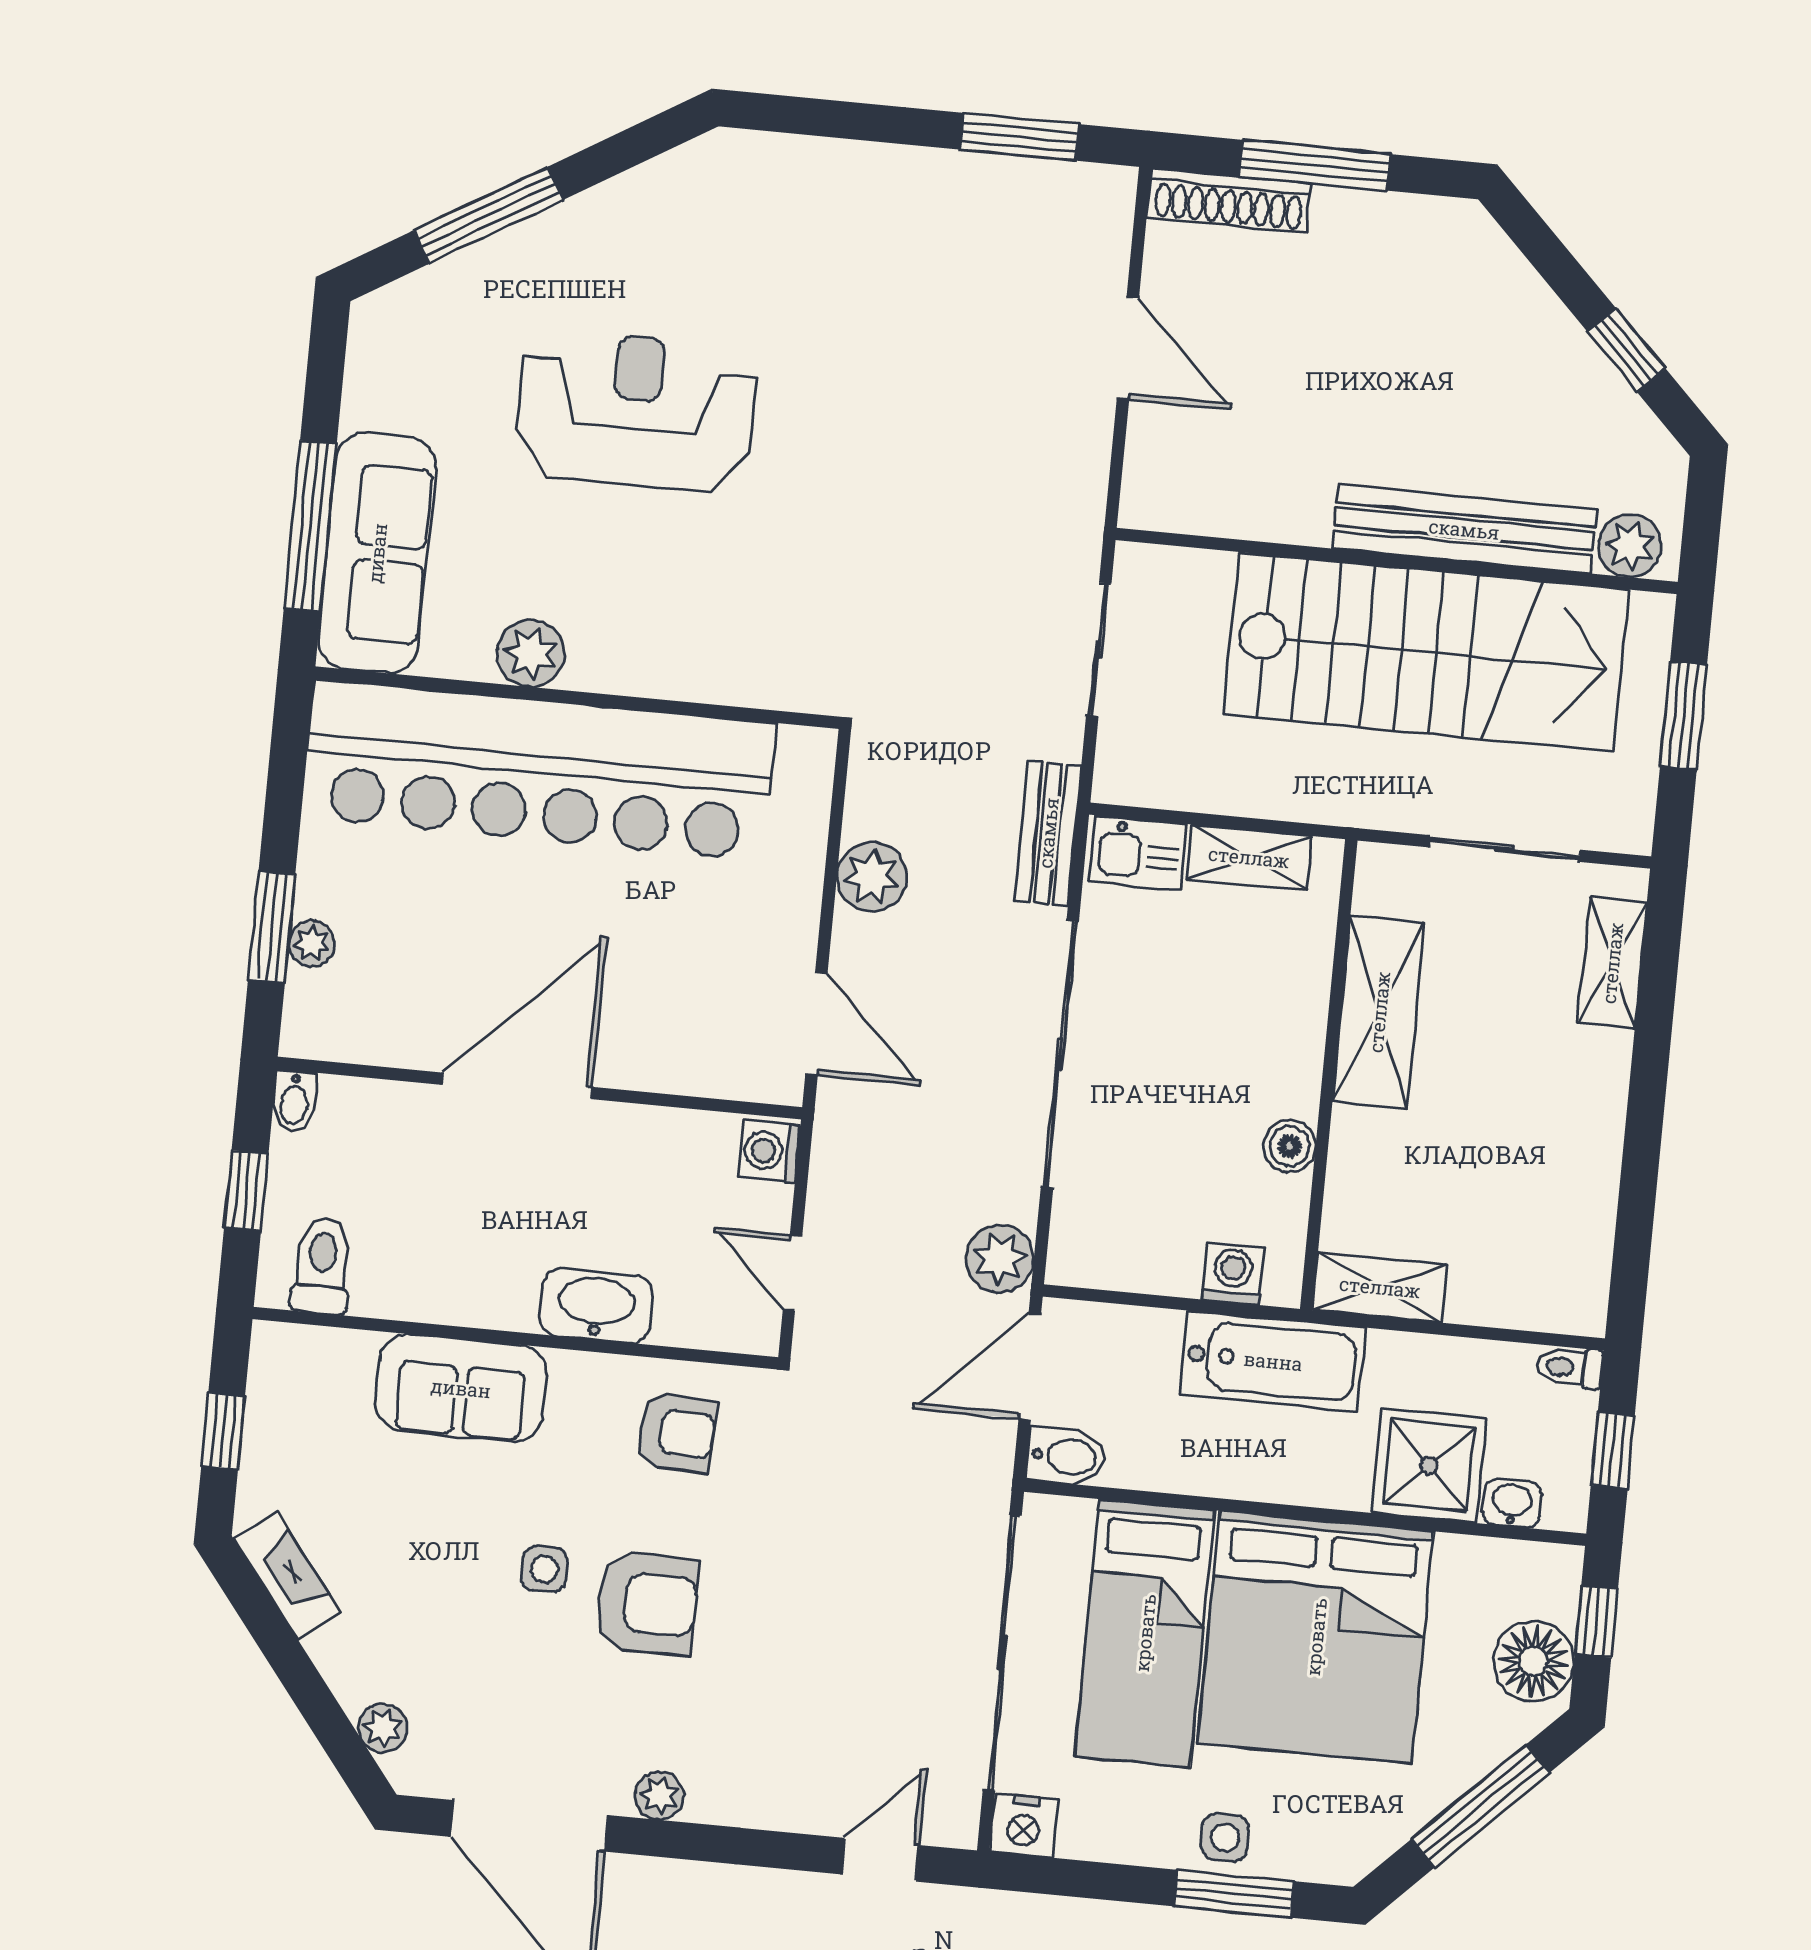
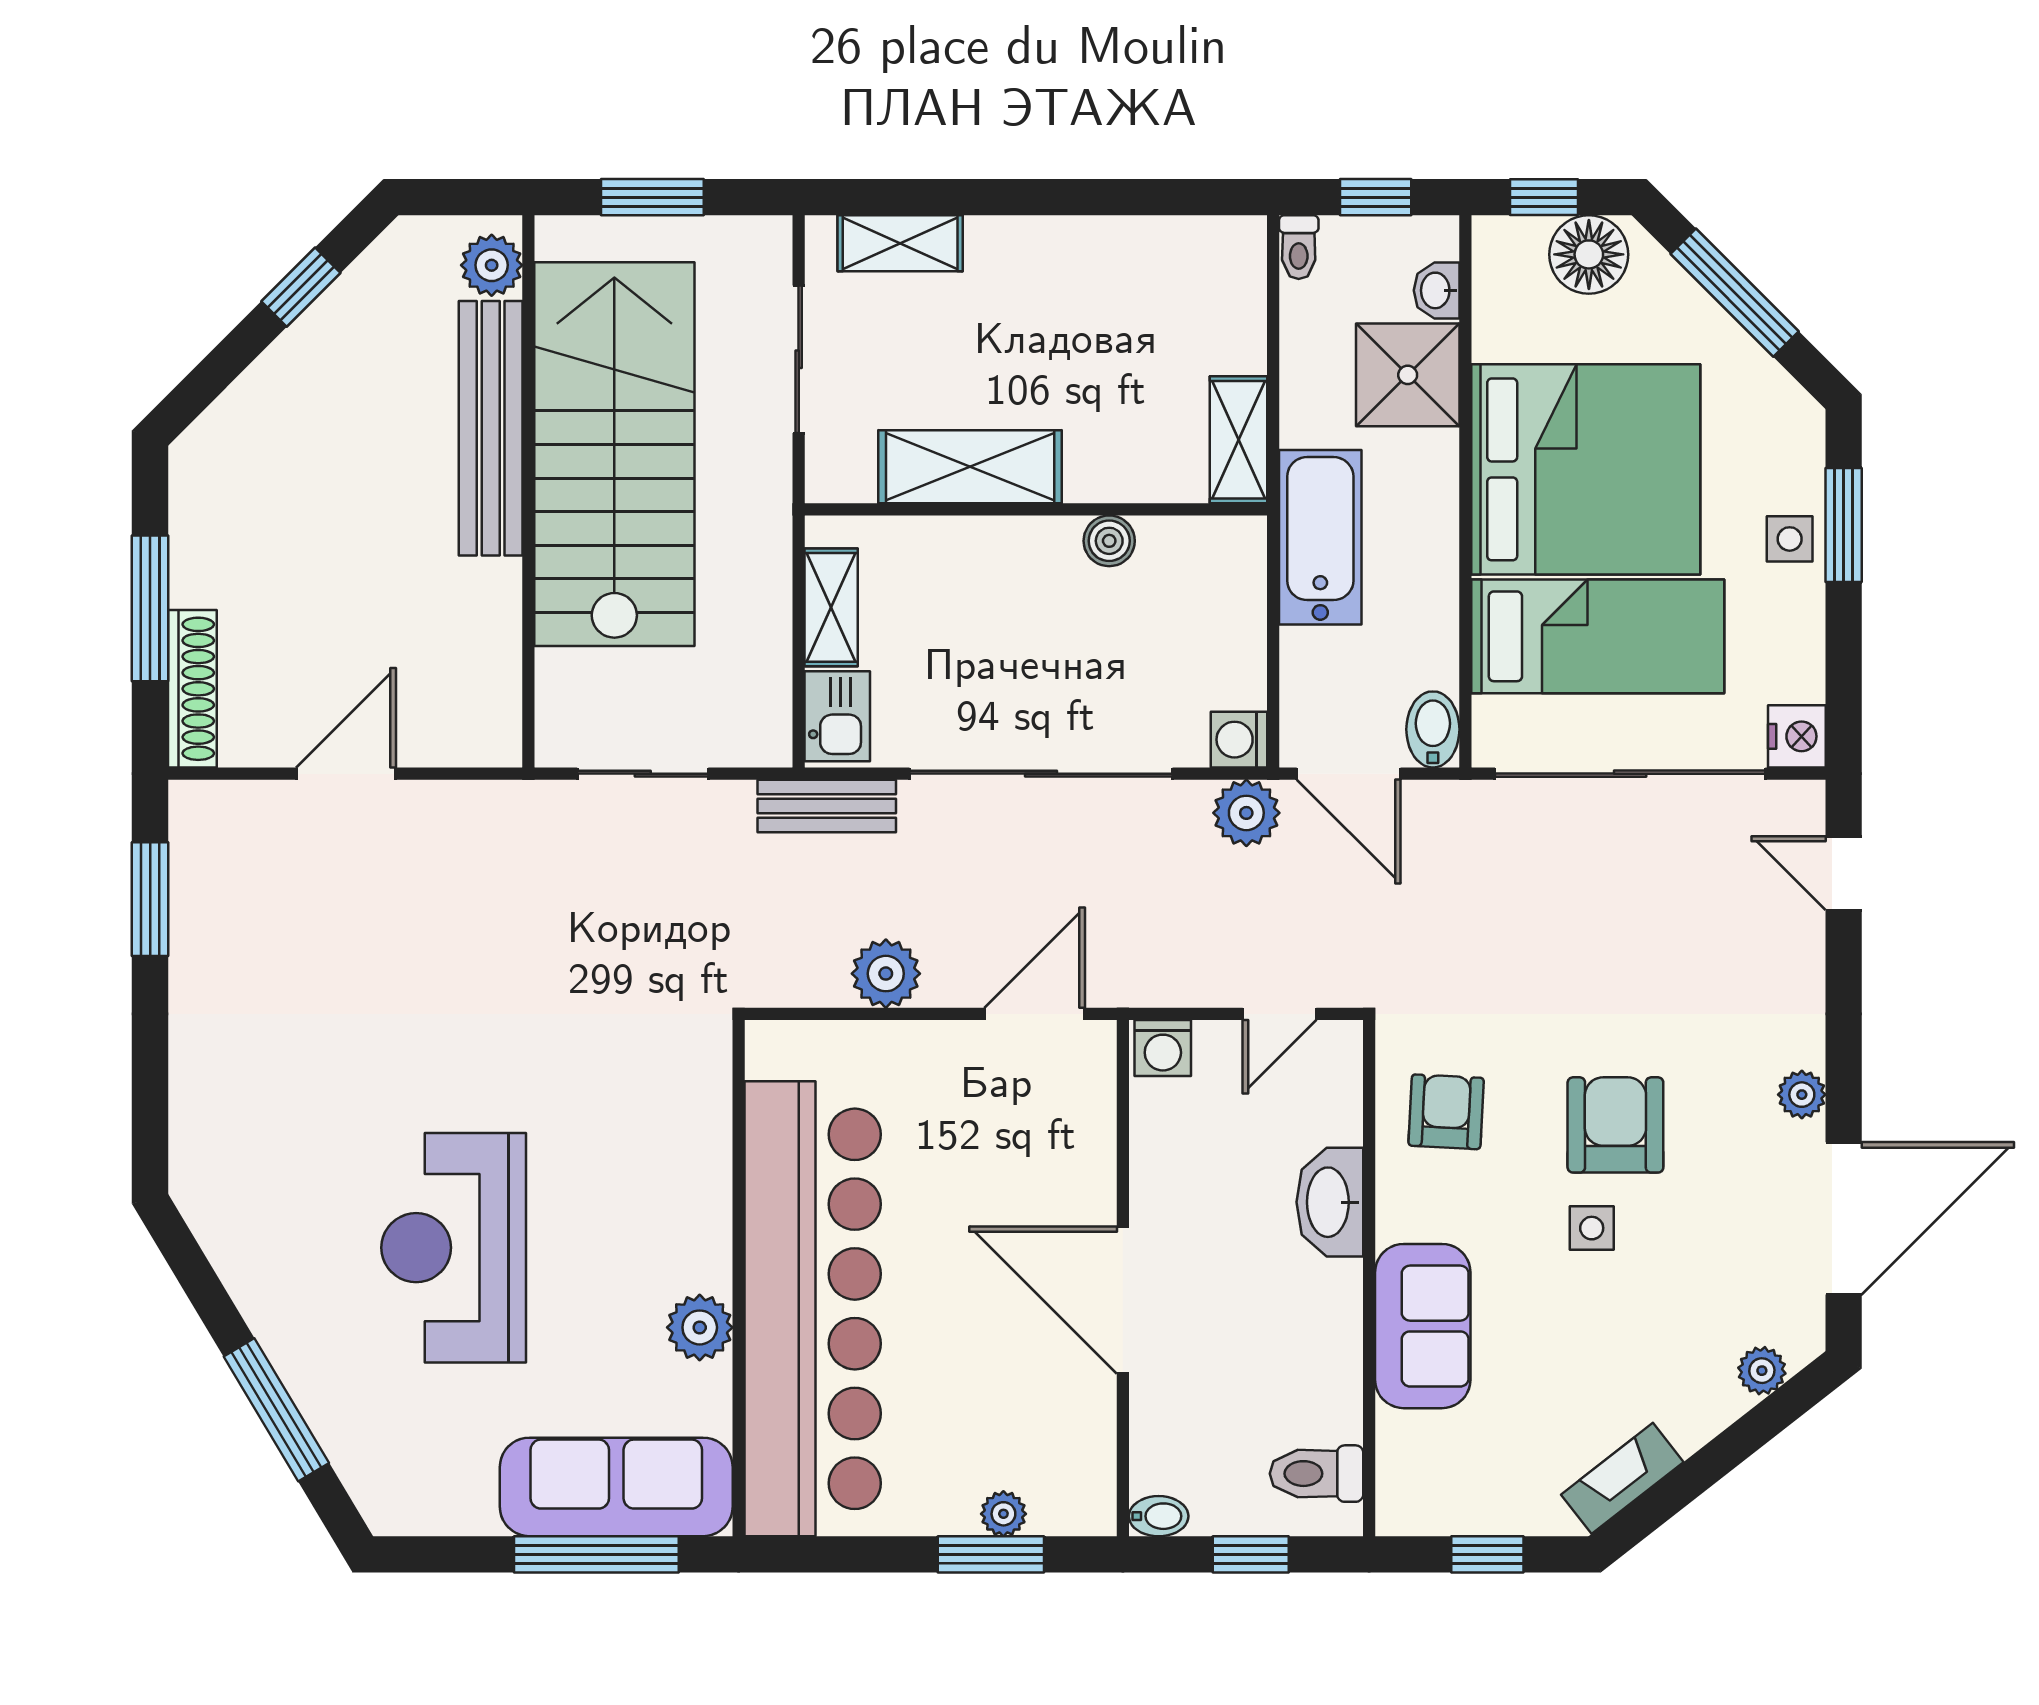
washing machine: (1233, 1274) -> (1239, 740), moved

